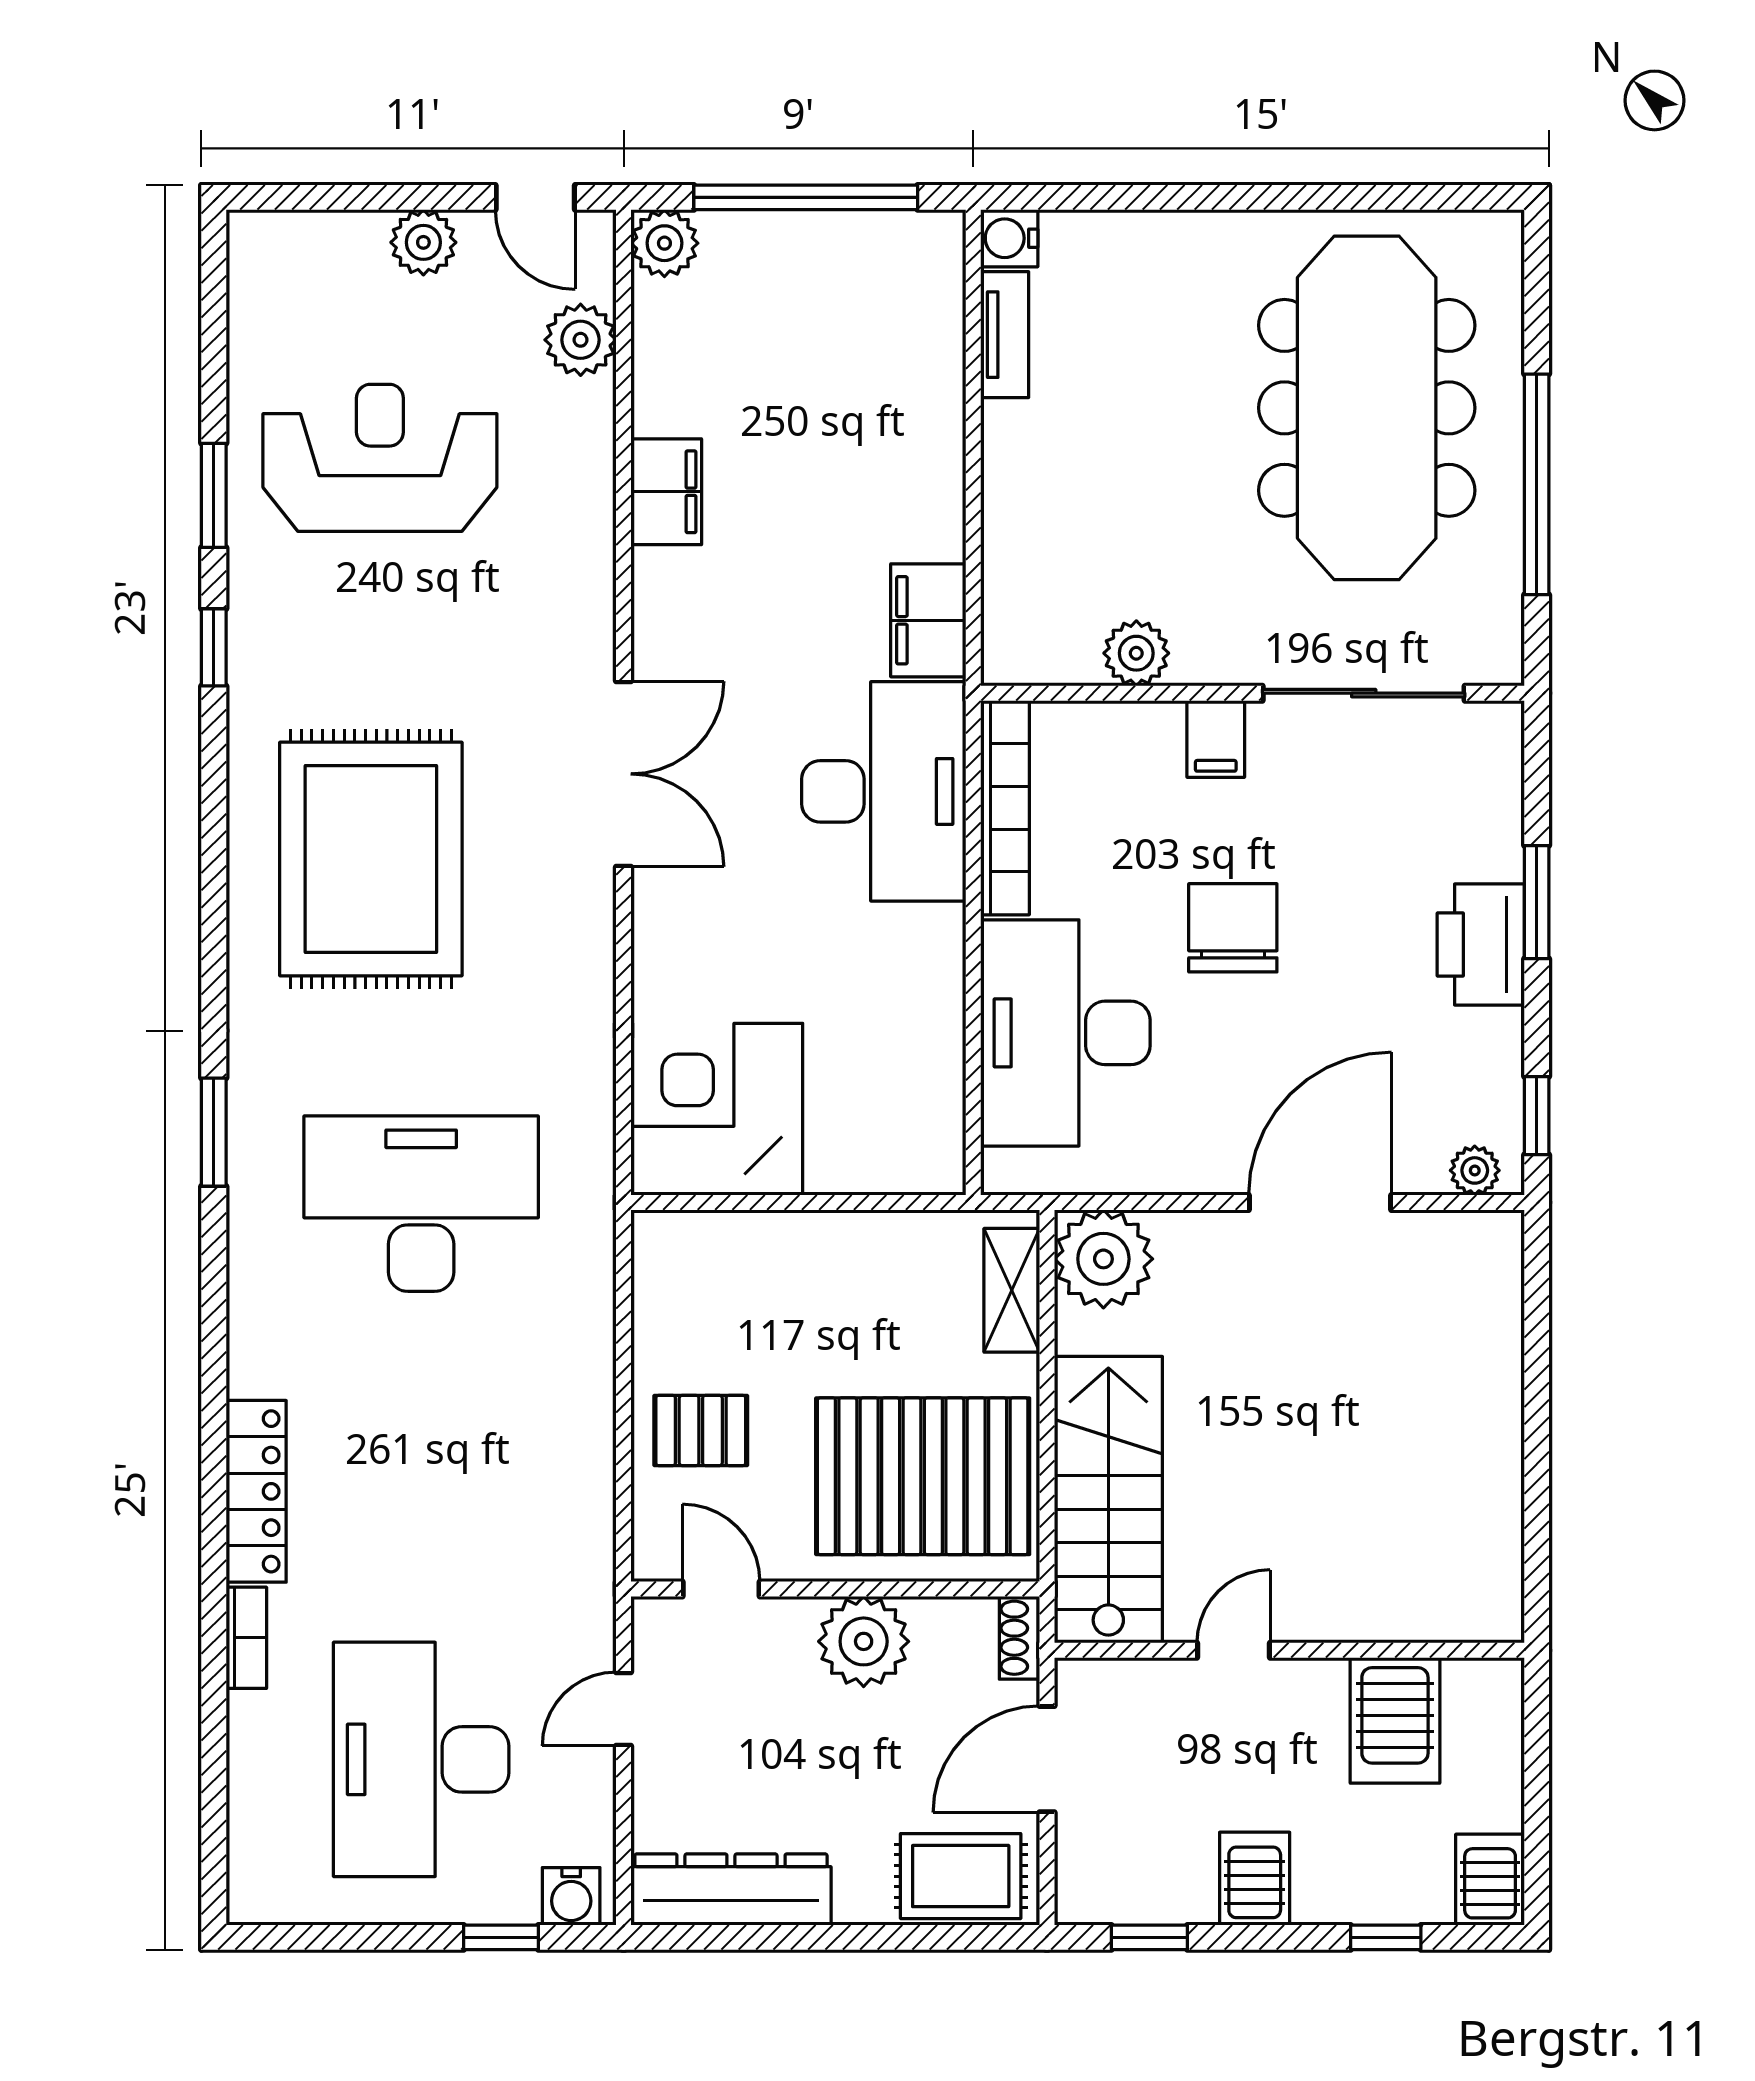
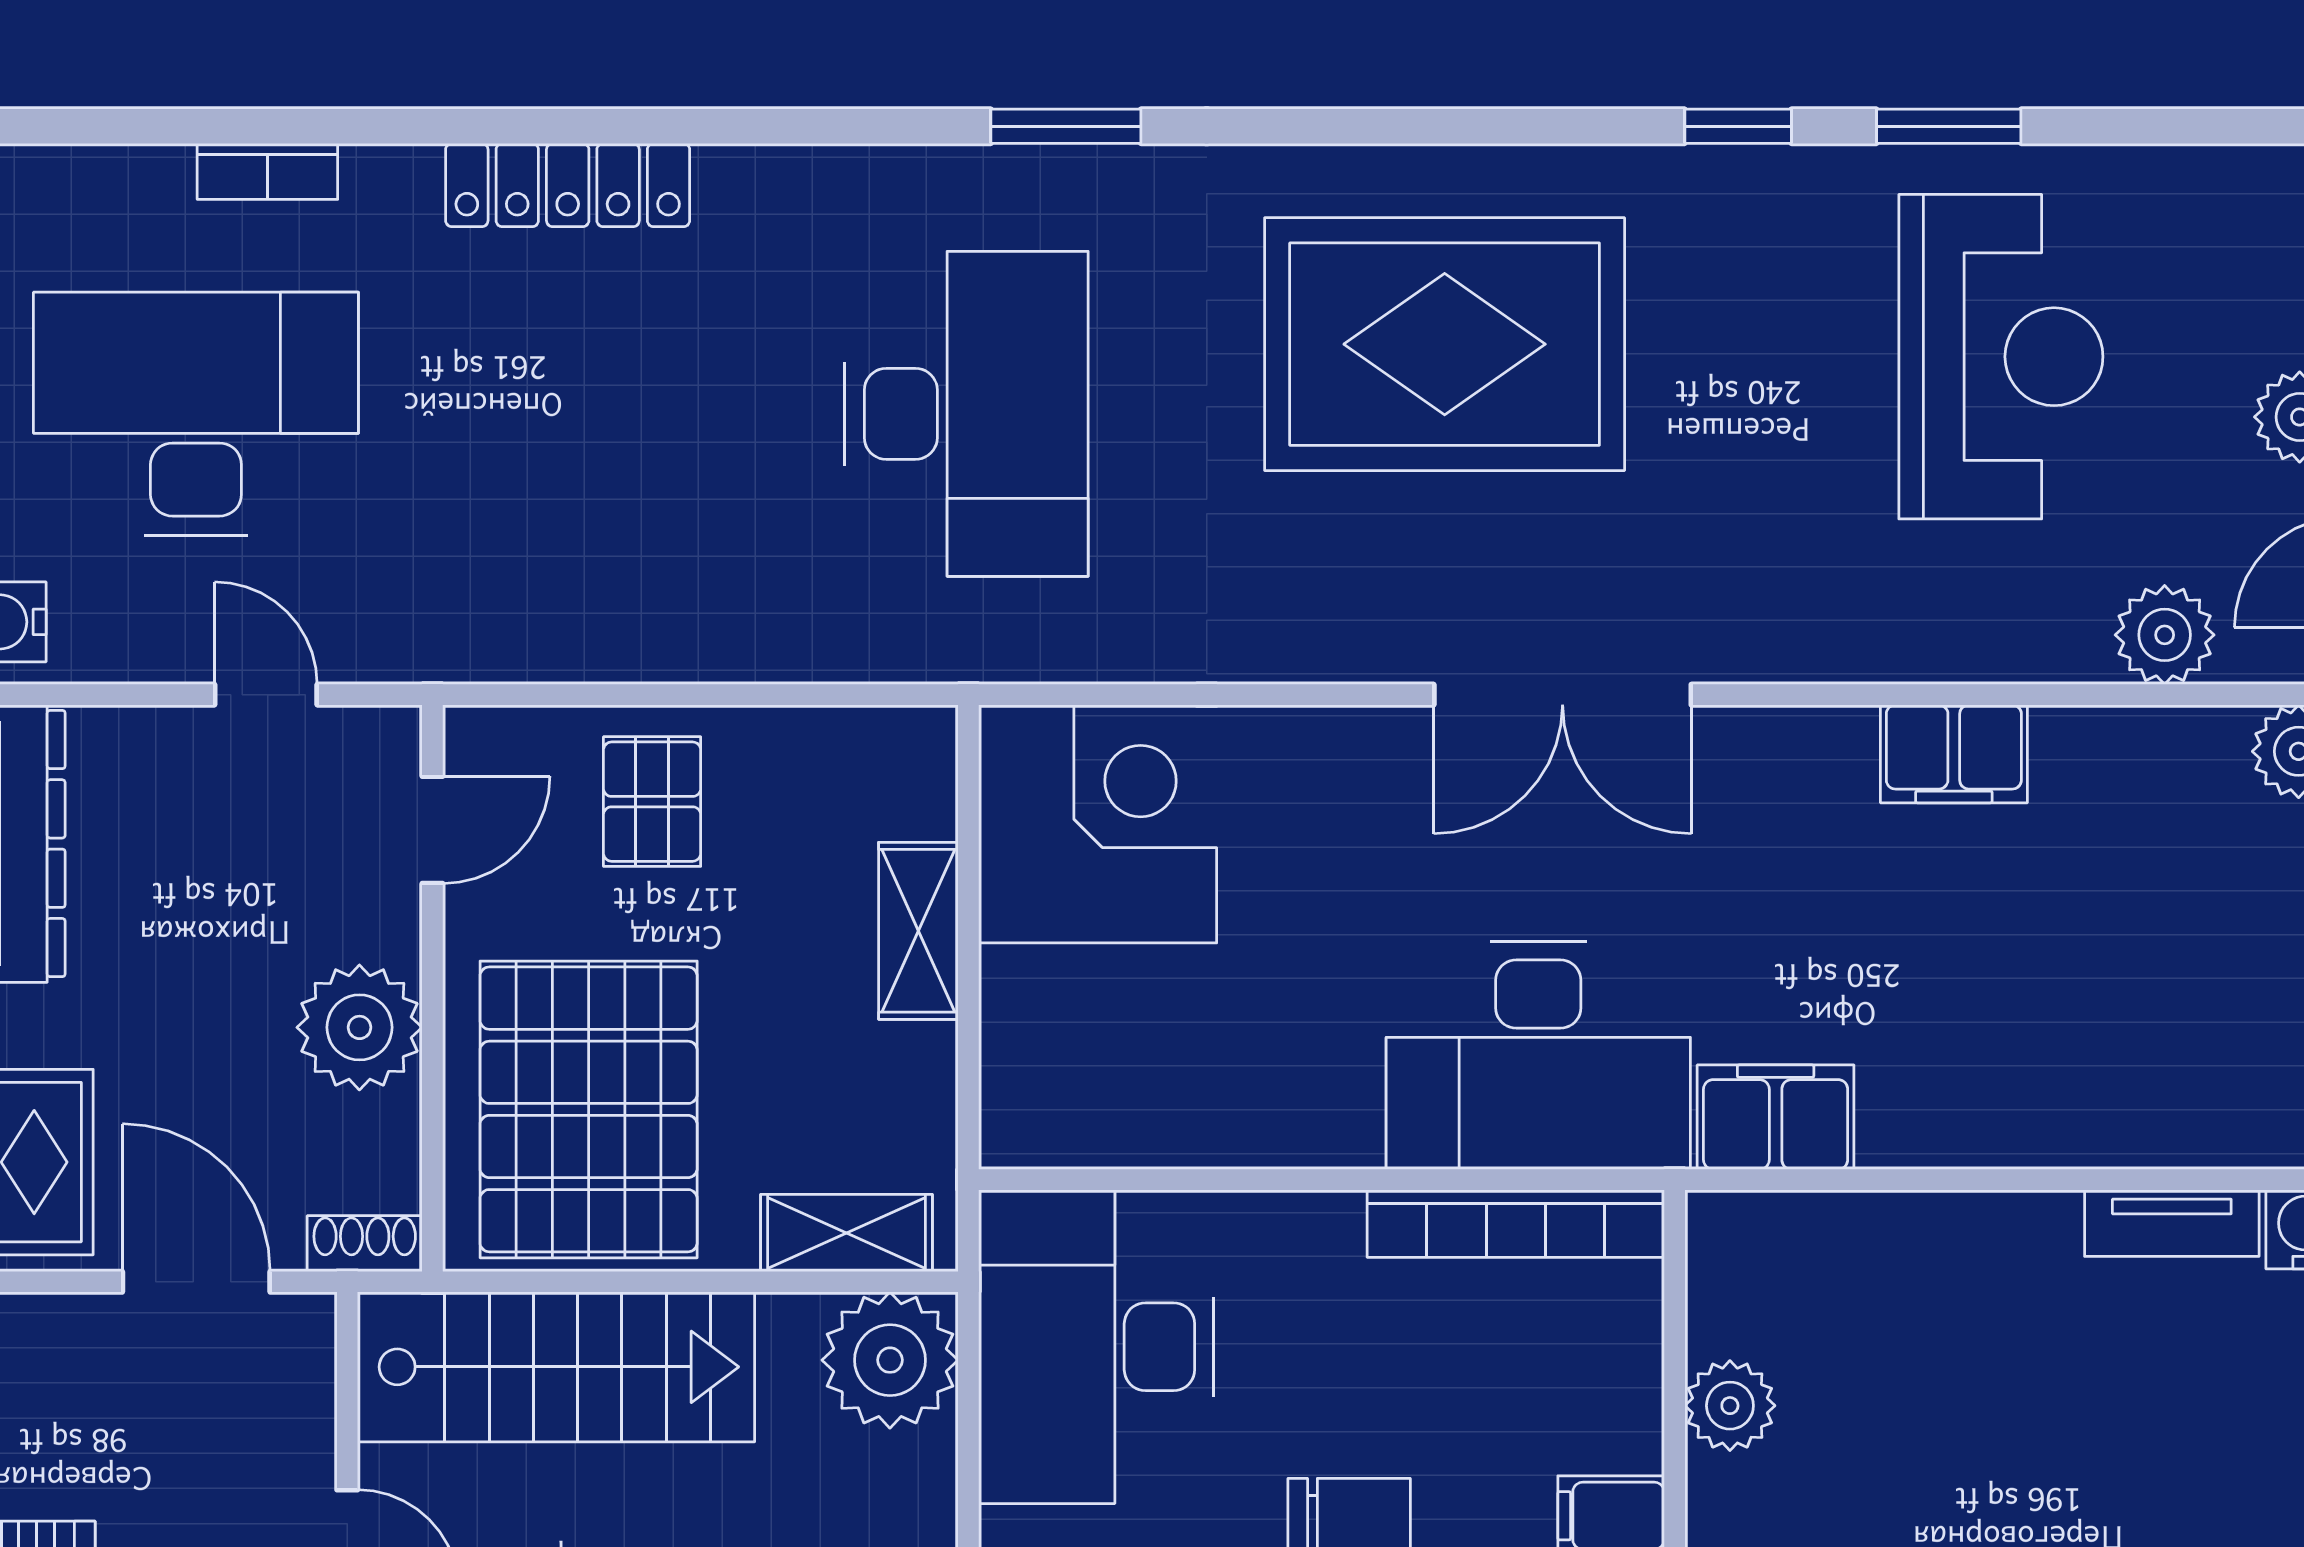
desk: (1065, 1033) -> (1096, 1347), moved, turned -90
shelving: (794, 1238) -> (918, 931), added
bookcase: (246, 1638) -> (267, 171), moved

